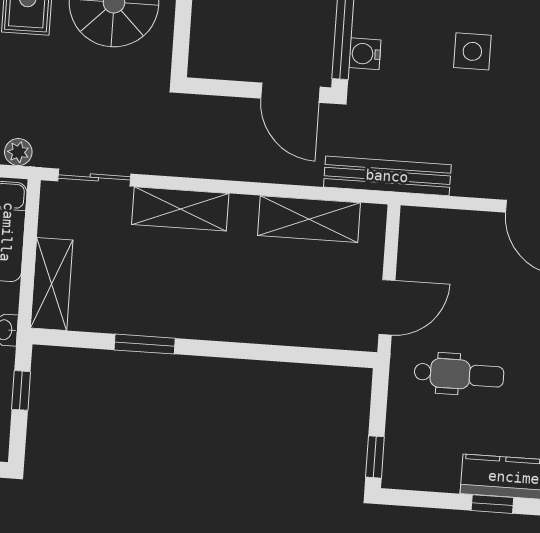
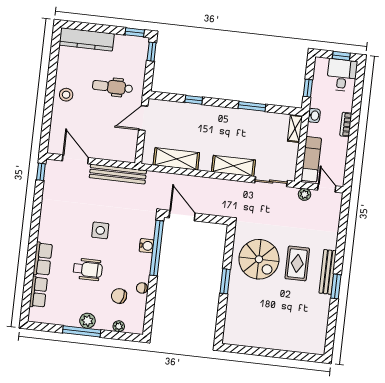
water cooler: (365, 54) -> (147, 246), moved
bench: (387, 176) -> (118, 174), moved
shelving: (52, 284) -> (295, 129), width x0.67, depth x0.75
window: (276, 353) -> (194, 100), added
window: (492, 504) -> (135, 32), moved

